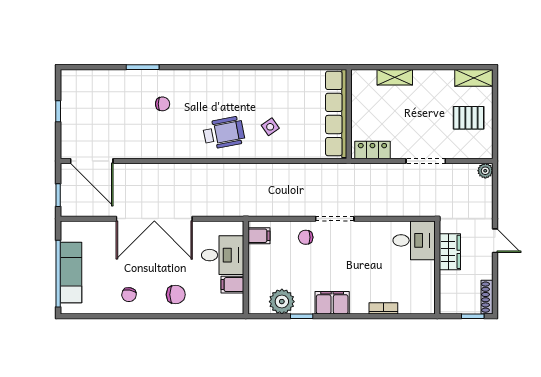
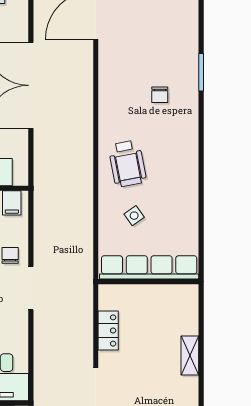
row of seats: (336, 113) -> (149, 267), moved
wall: (349, 114) -> (148, 282), moved

